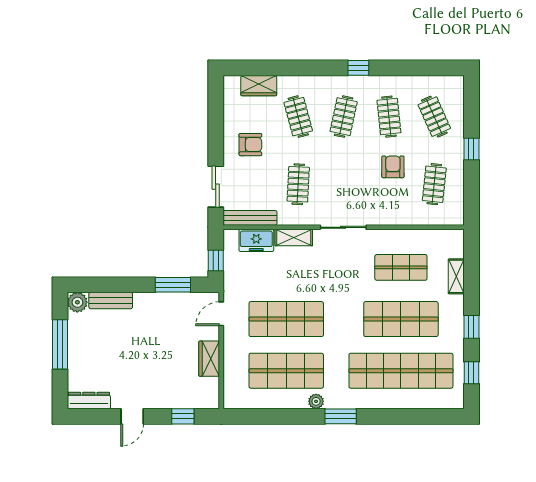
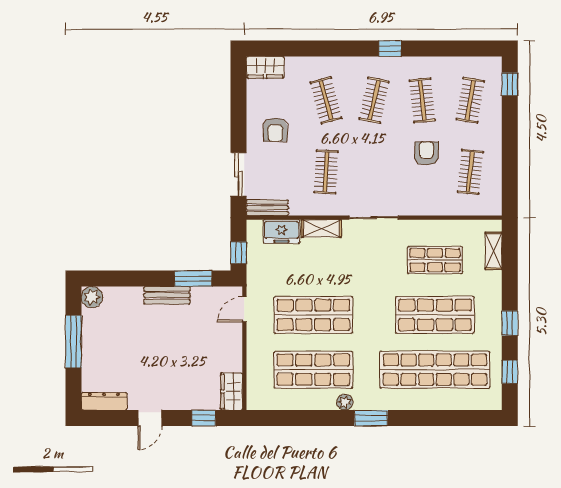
wardrobe: (259, 86) -> (265, 67), moved
clothes rail: (434, 117) -> (470, 100), turned 33
armchair: (250, 145) -> (275, 130), turned 90
window: (471, 149) -> (510, 84), moved
bench: (250, 218) -> (267, 208), width x0.73
shelving: (456, 276) -> (494, 251), moved
bench: (111, 300) -> (167, 295), moved
wardrobe: (209, 359) -> (232, 391), moved

